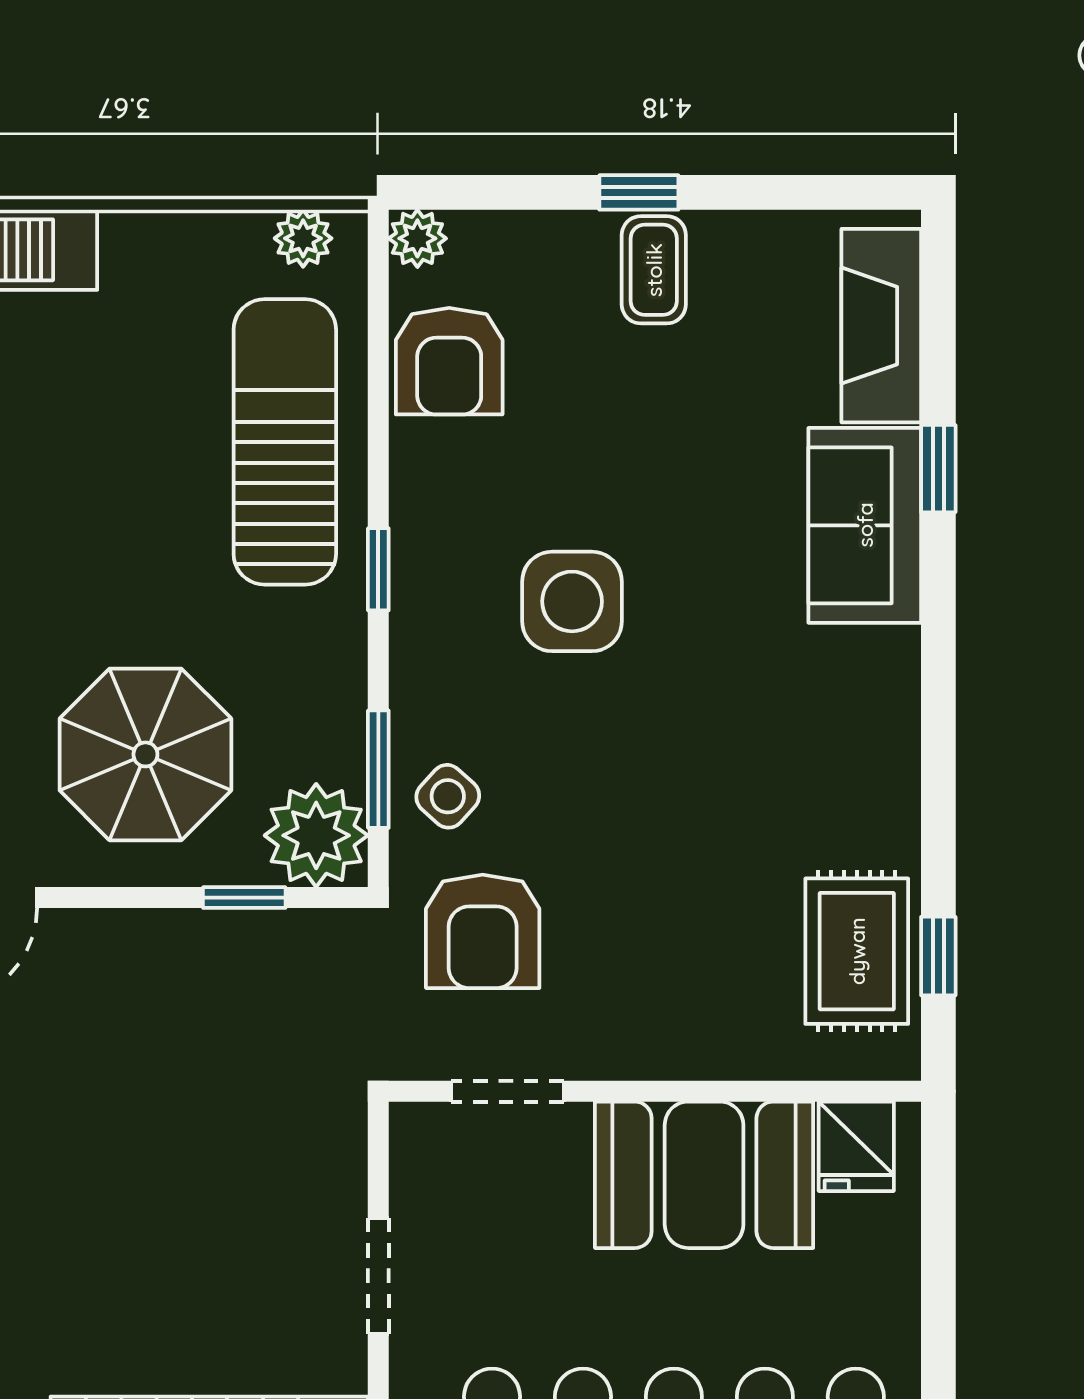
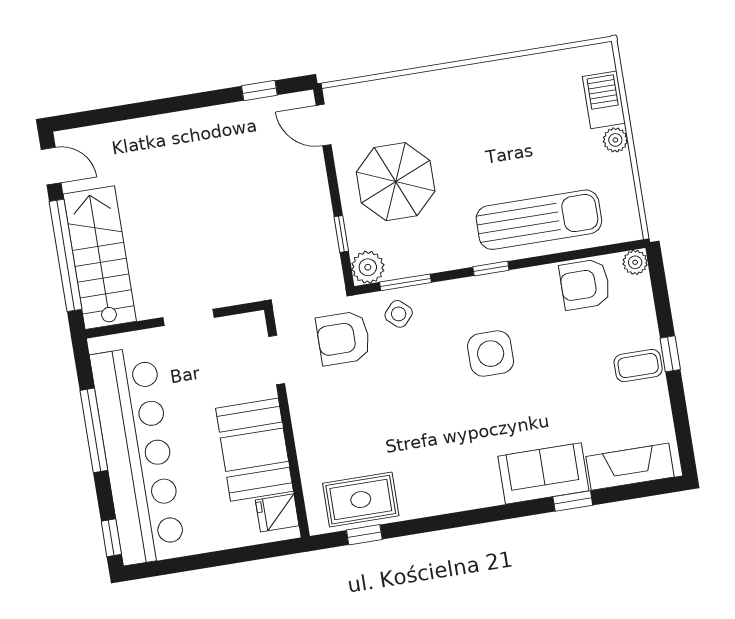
plant: (303, 238) -> (615, 140), moved
plant: (316, 835) -> (368, 267), width x0.73, depth x0.73

